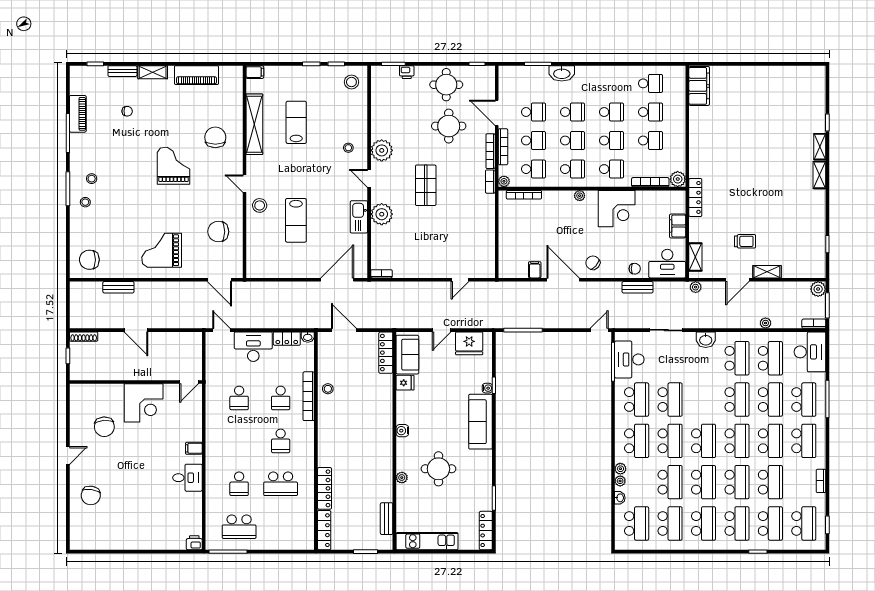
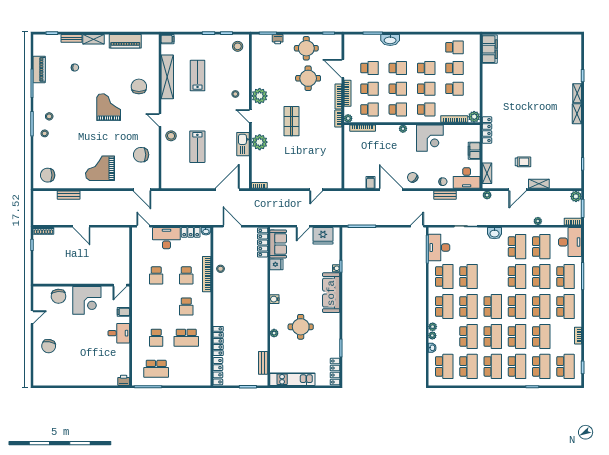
wall: (136, 382) -> (81, 285), moved
door: (189, 382) -> (120, 285), moved
corner desk: (144, 403) -> (87, 300), moved

